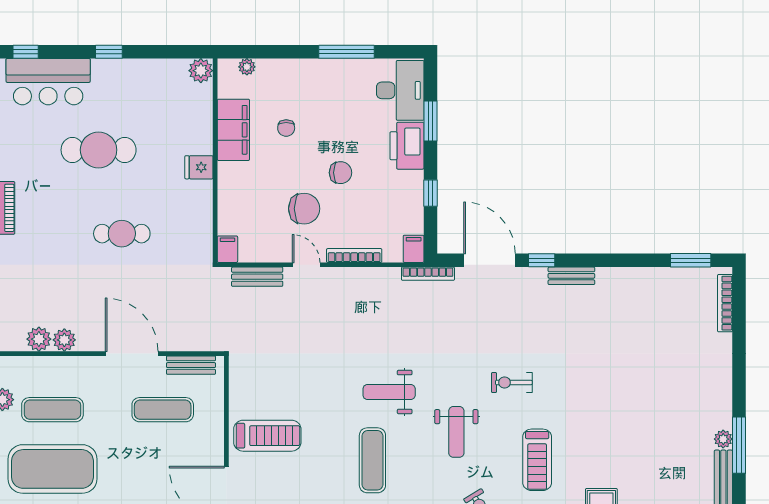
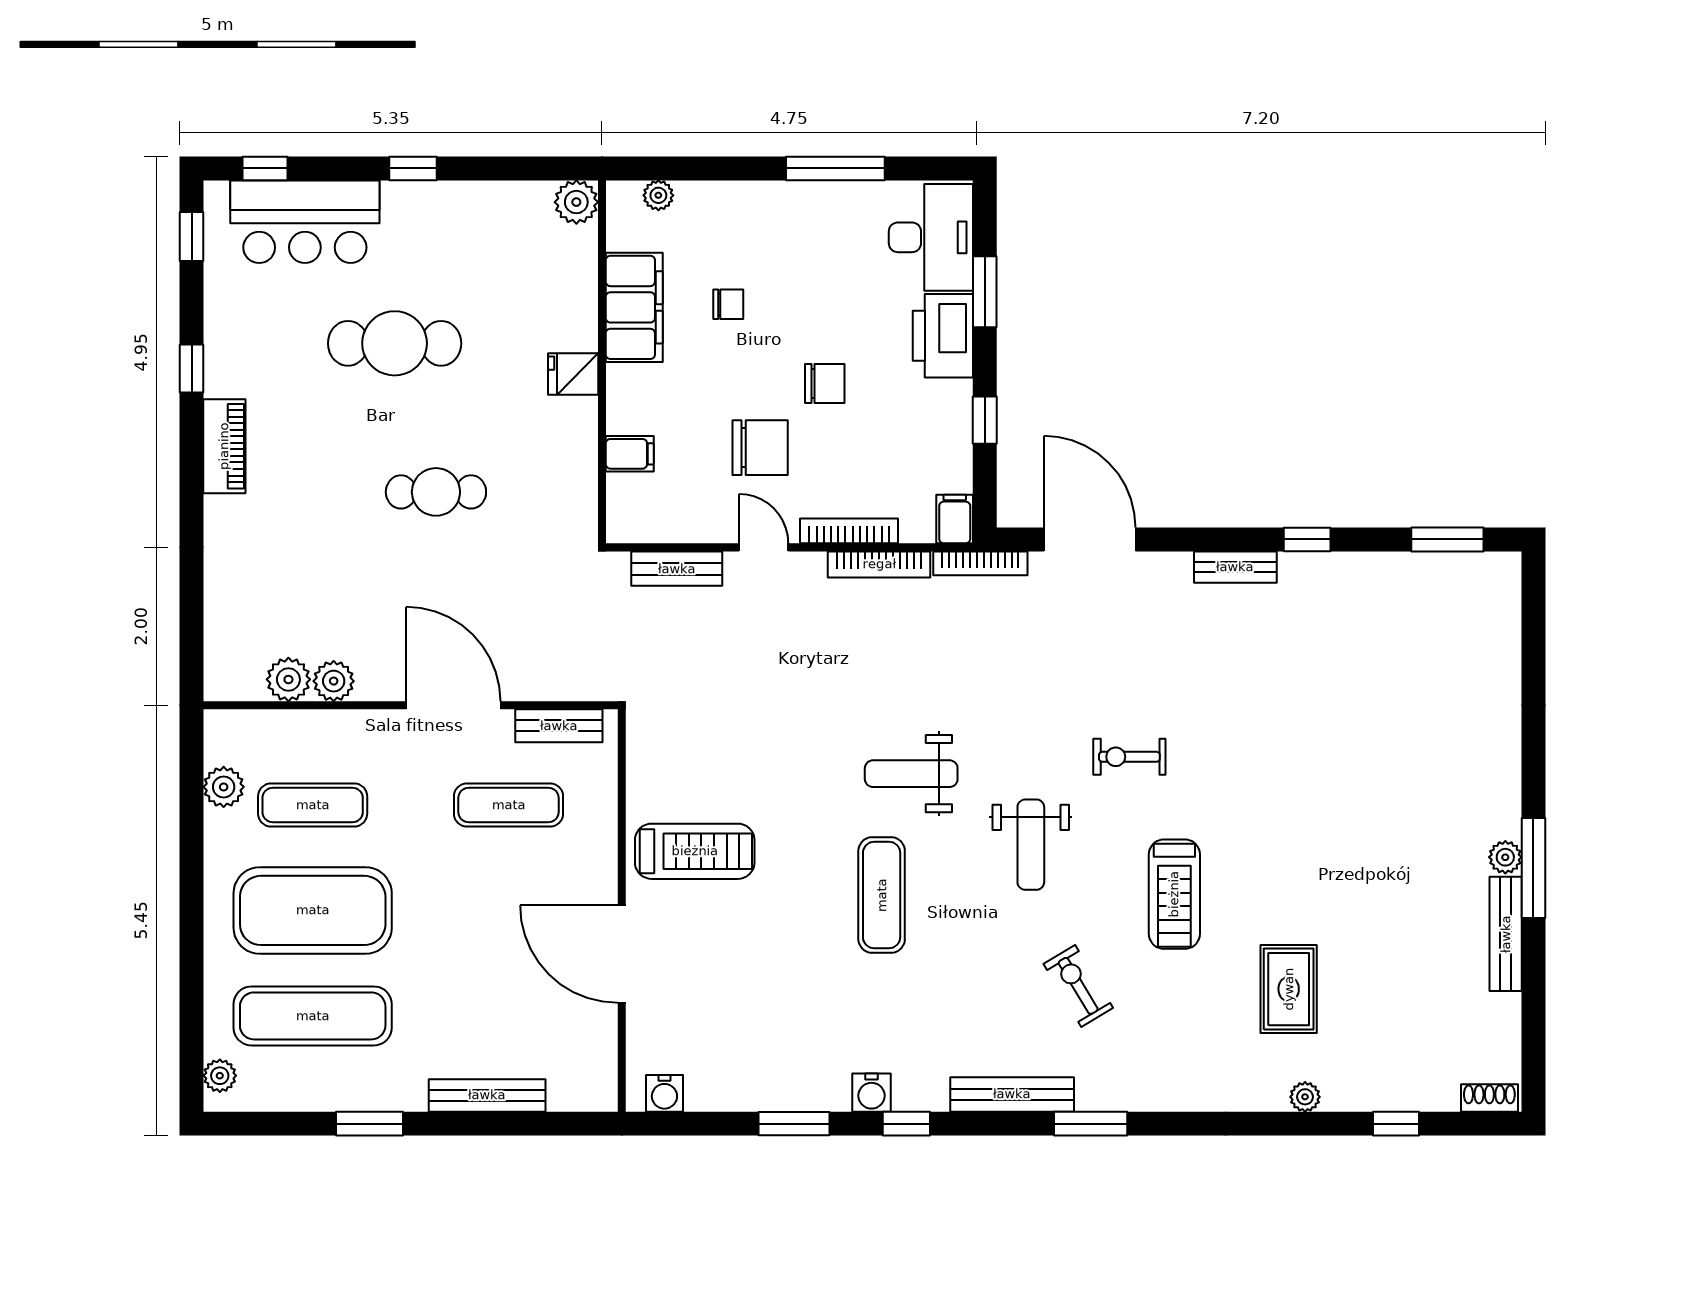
chair: (286, 128) -> (728, 304), turned -90
filing cabinet: (227, 249) -> (630, 454), moved, turned 90
window: (542, 260) -> (1307, 539), moved
bookcase: (725, 303) -> (879, 564), moved, turned -90

